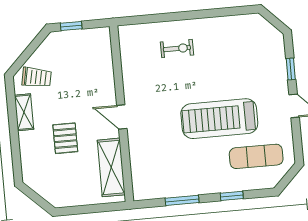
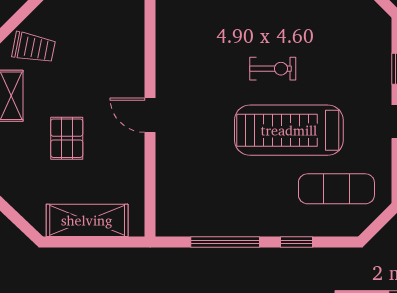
exercise bike: (177, 49) -> (273, 69), moved
shelving: (111, 167) -> (87, 220), moved, turned 90
window: (182, 200) -> (225, 242), width x1.44

